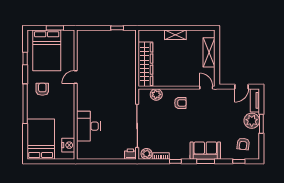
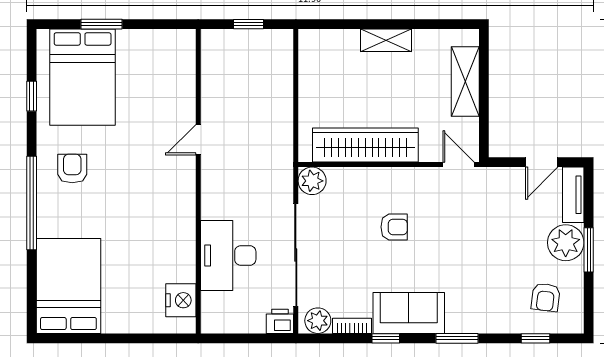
wardrobe: (145, 64) -> (365, 145), moved, turned -90
door: (76, 77) -> (198, 140), moved
plant: (156, 94) -> (312, 181), moved
wall: (76, 95) -> (198, 181), moved
armchair: (180, 103) -> (394, 227), moved
desk: (88, 126) -> (228, 255), moved
nightstand: (68, 145) -> (181, 300), moved
sofa: (205, 151) -> (409, 313), moved

